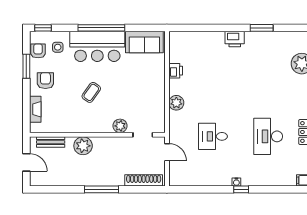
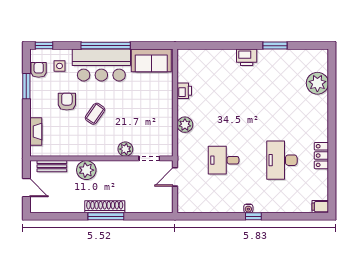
armchair: (45, 81) -> (67, 102), moved
door: (167, 152) -> (175, 177), swing flipped
shoe rack: (144, 180) -> (105, 207), moved

